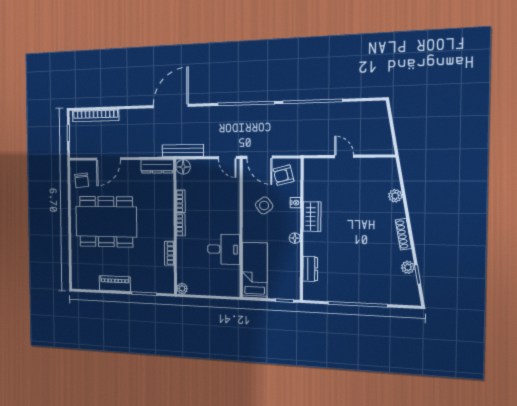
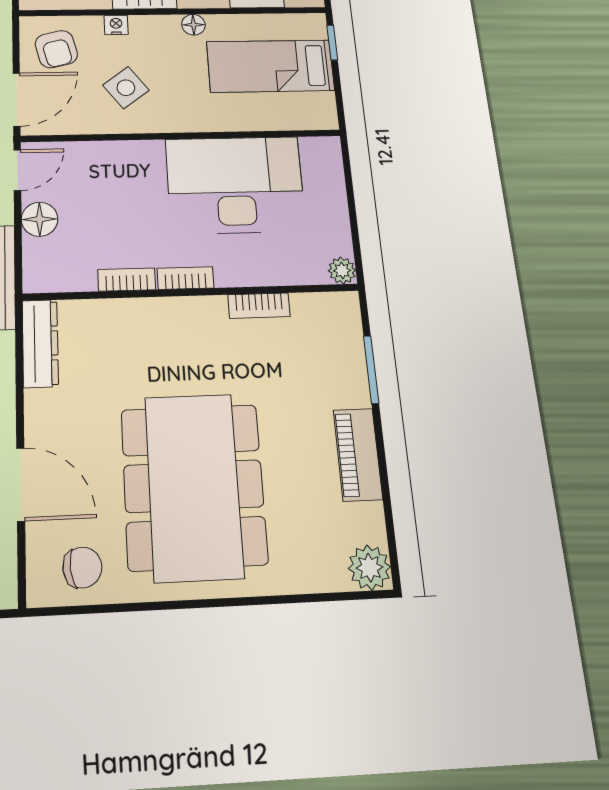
floor lamp: (183, 167) -> (40, 219), moved
desk: (224, 249) -> (235, 185), width x1.87, depth x1.30
bed: (255, 270) -> (270, 66), moved
plant: (79, 282) -> (369, 568), added

